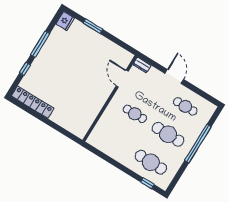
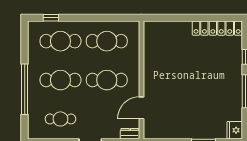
door: (122, 78) -> (141, 108), swing flipped
cafe table: (135, 114) -> (107, 80), width x1.37, depth x1.35
cafe table: (118, 142) -> (107, 41), added

